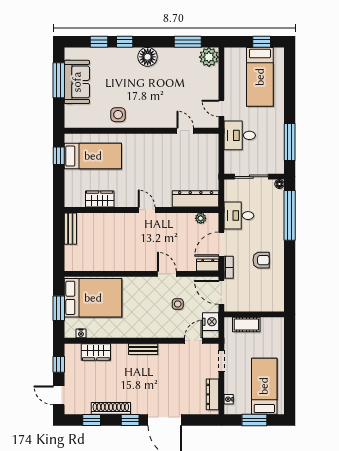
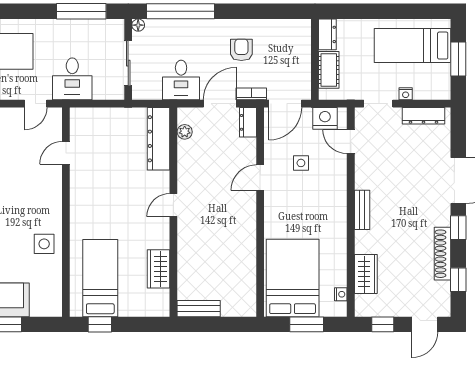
door: (221, 244) -> (220, 104), swing flipped
dresser: (273, 324) -> (327, 34), added
nightstand: (229, 399) -> (406, 94), moved

